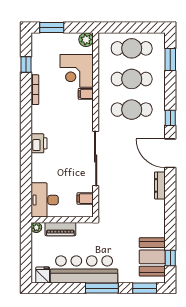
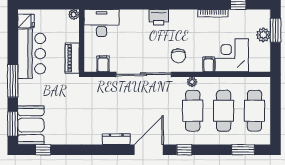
plant: (86, 40) -> (263, 35), moved
plant: (103, 110) -> (192, 82), added
chair: (77, 124) -> (178, 56), added
piano: (60, 229) -> (72, 58), moved
booth: (152, 257) -> (31, 125), moved, turned 90
bar counter: (84, 269) -> (32, 54), width x0.73

